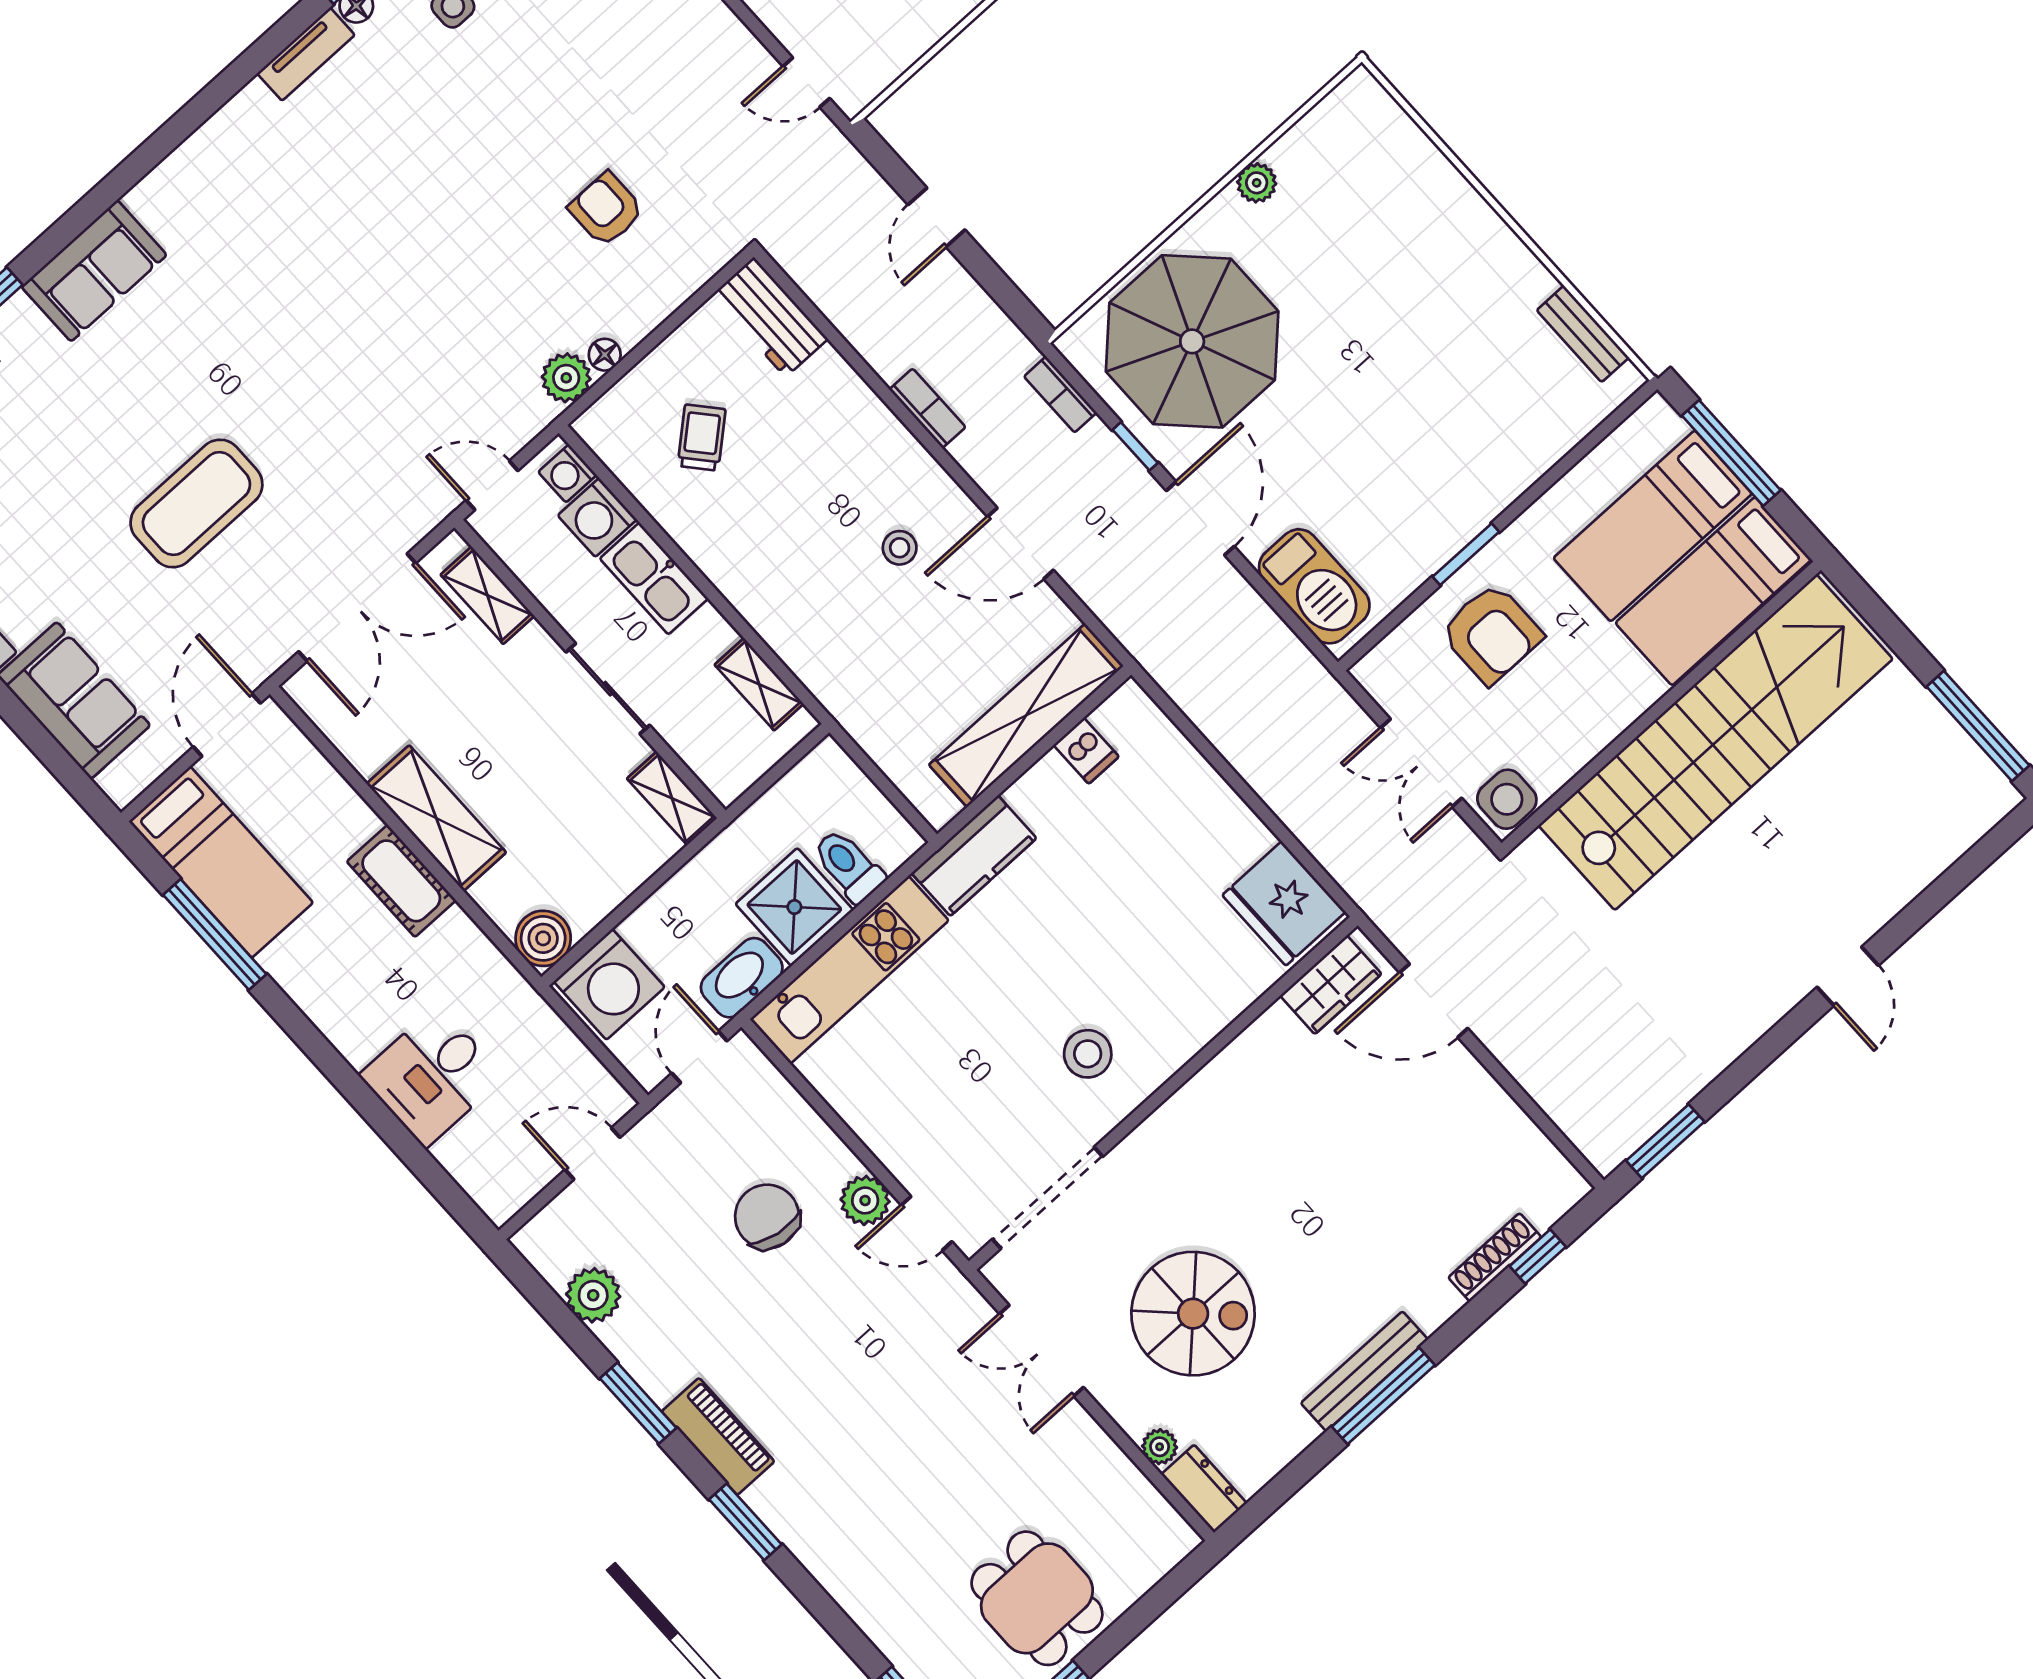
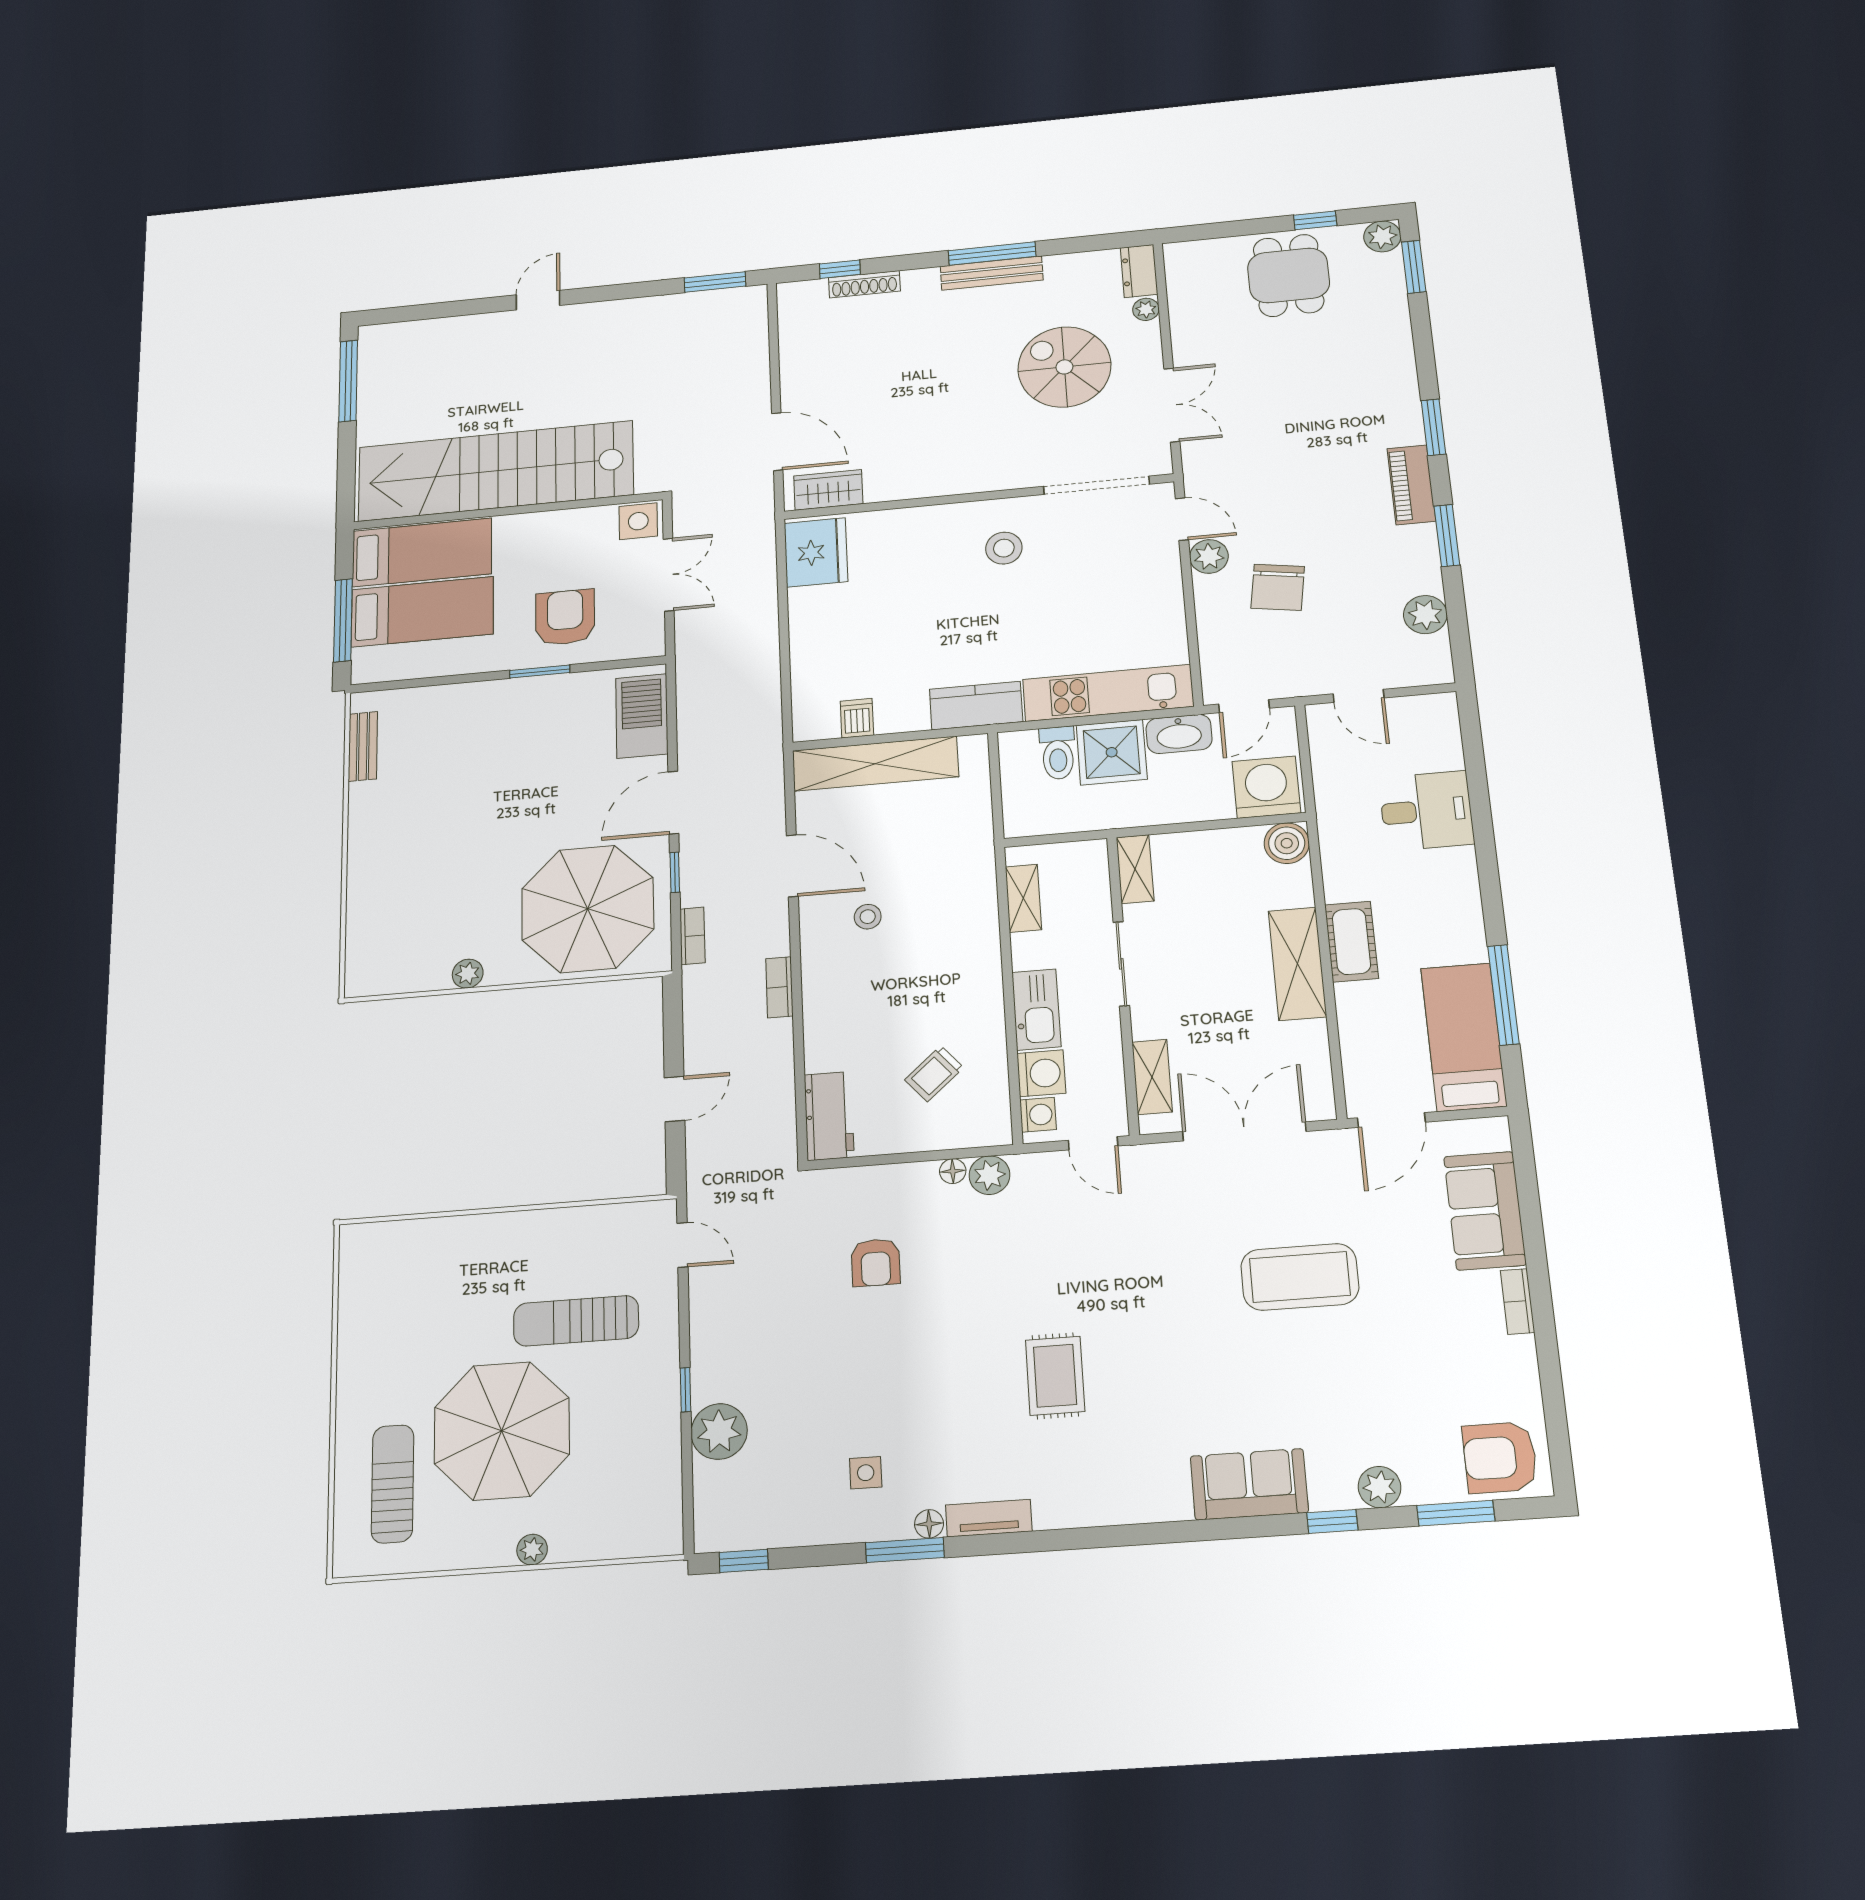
rug: (350, 233) -> (1055, 1376), added

